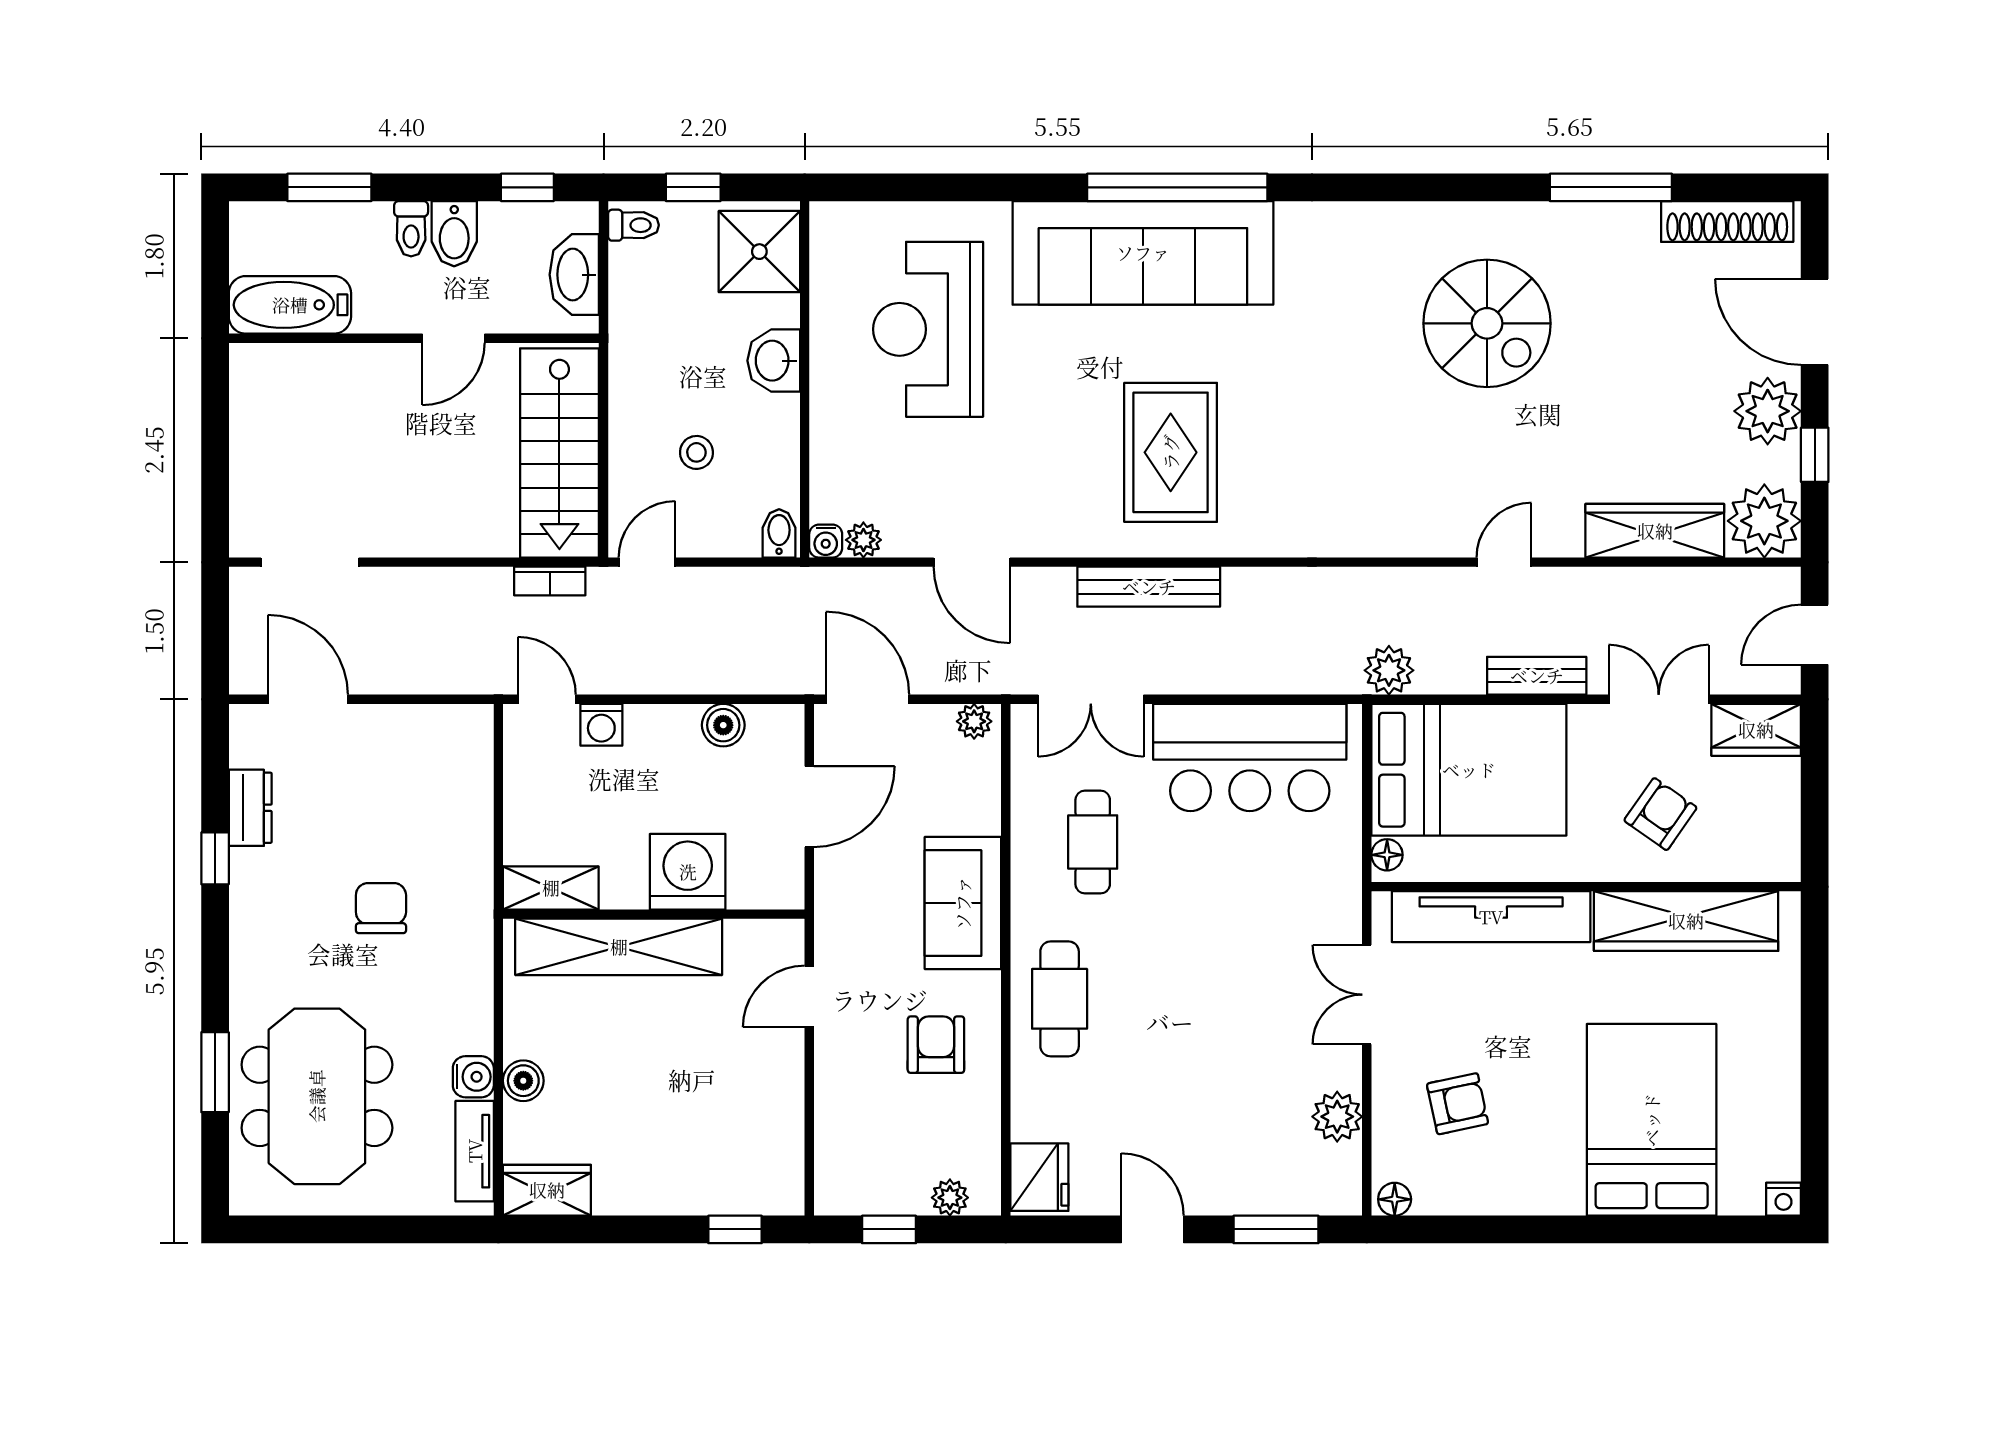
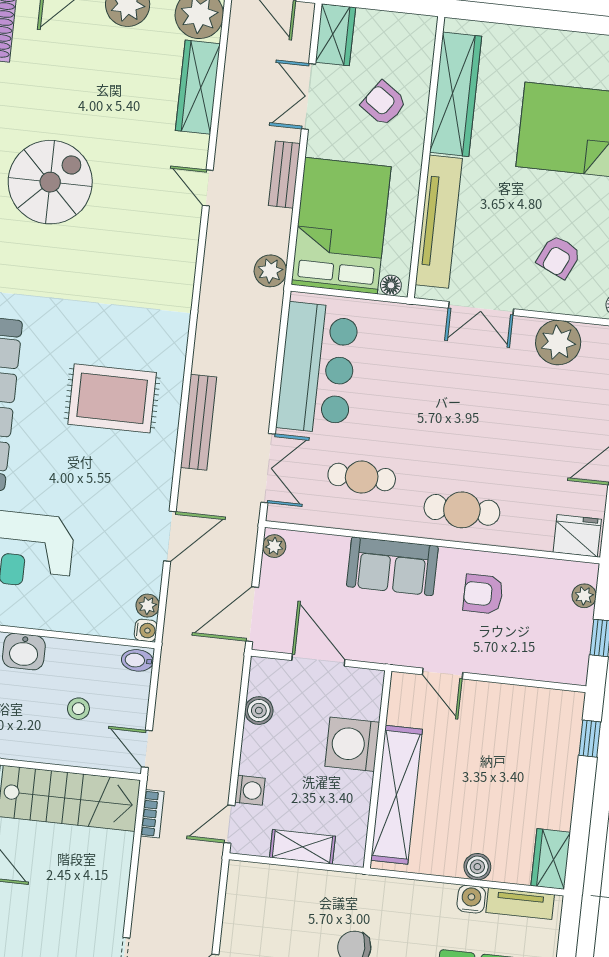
shelving: (551, 888) -> (302, 847), moved, turned 90
armchair: (1458, 1104) -> (559, 257), turned -143
plant: (1337, 1117) -> (558, 342), width x1.36, depth x1.36

